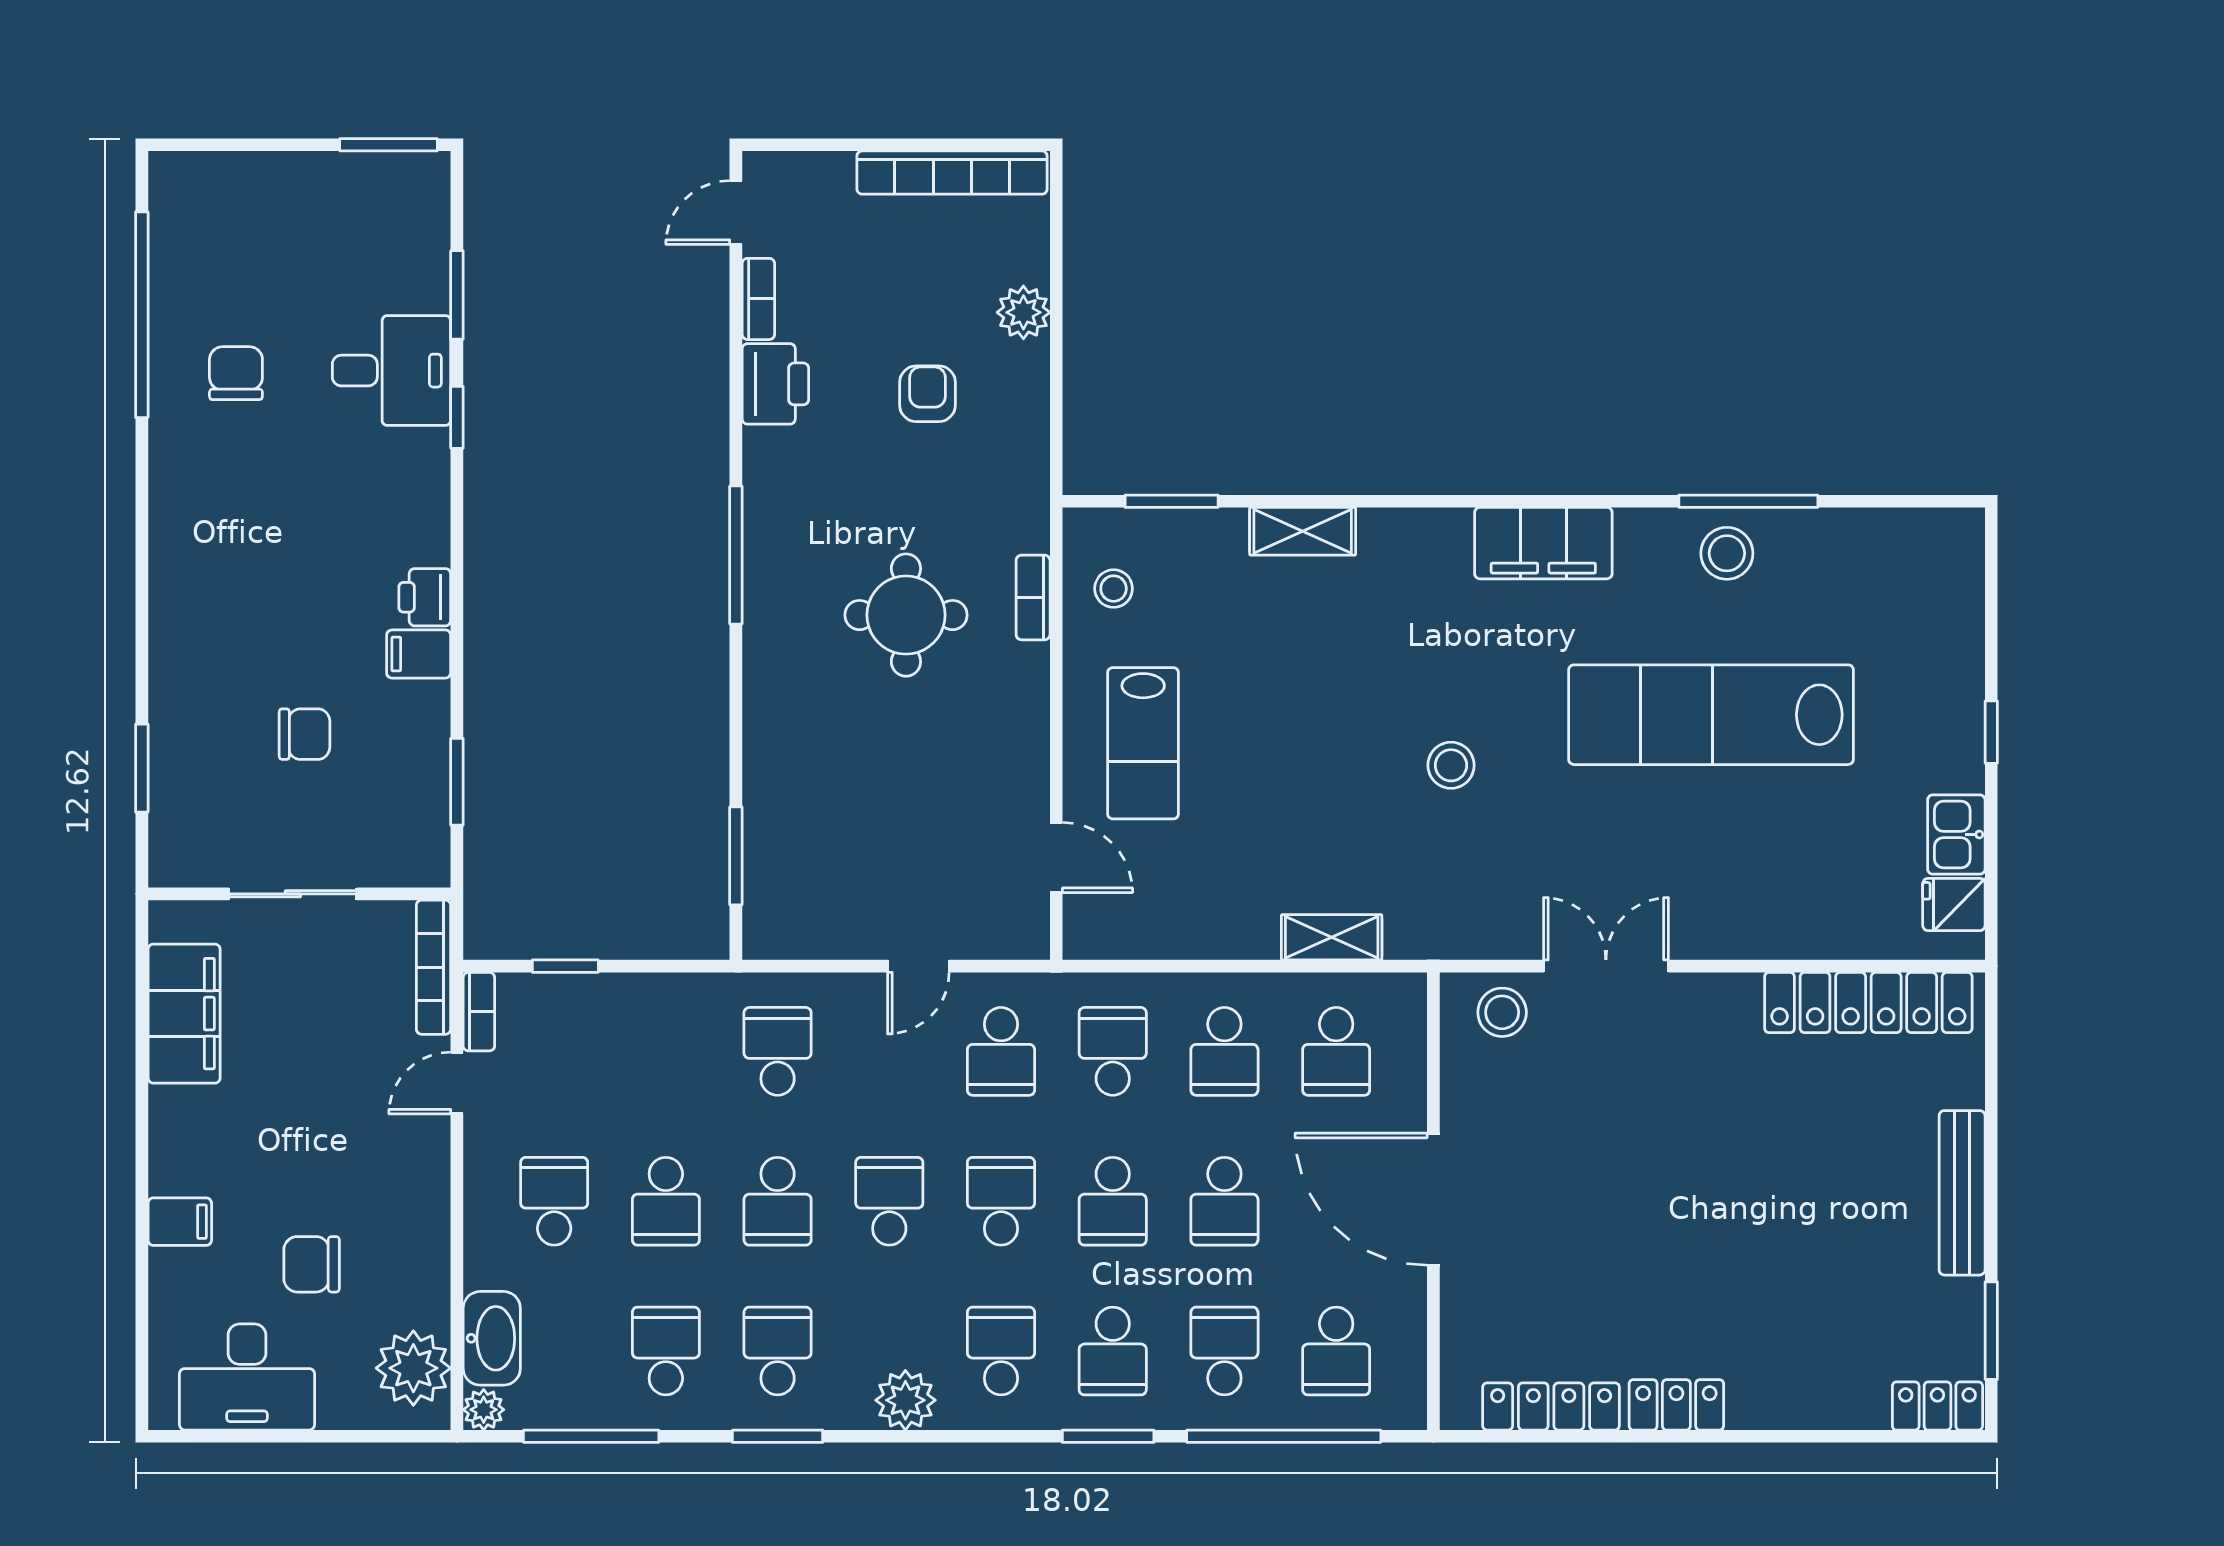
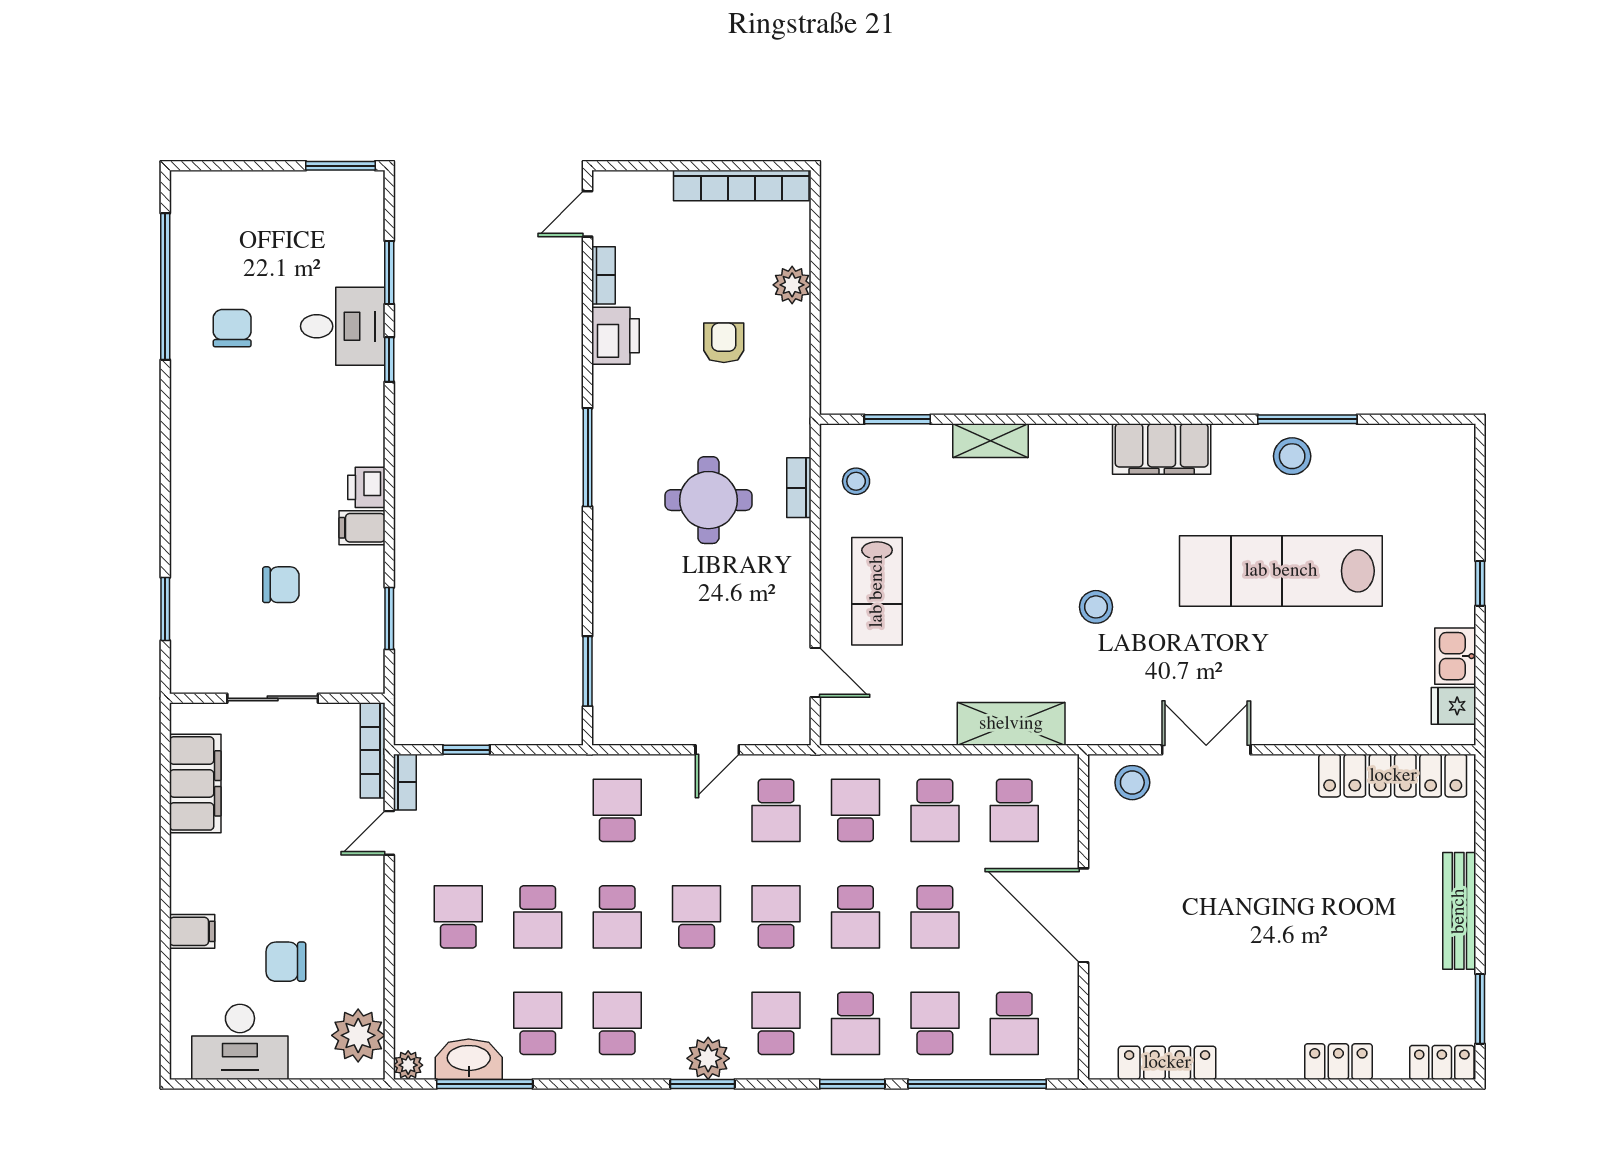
shelving: (1332, 937) -> (1011, 724), width x1.50, depth x1.33
washbasin: (492, 1338) -> (469, 1059), moved, turned -90
locker: (1676, 1405) -> (1338, 1062), moved
window: (778, 1436) -> (702, 1084), moved

